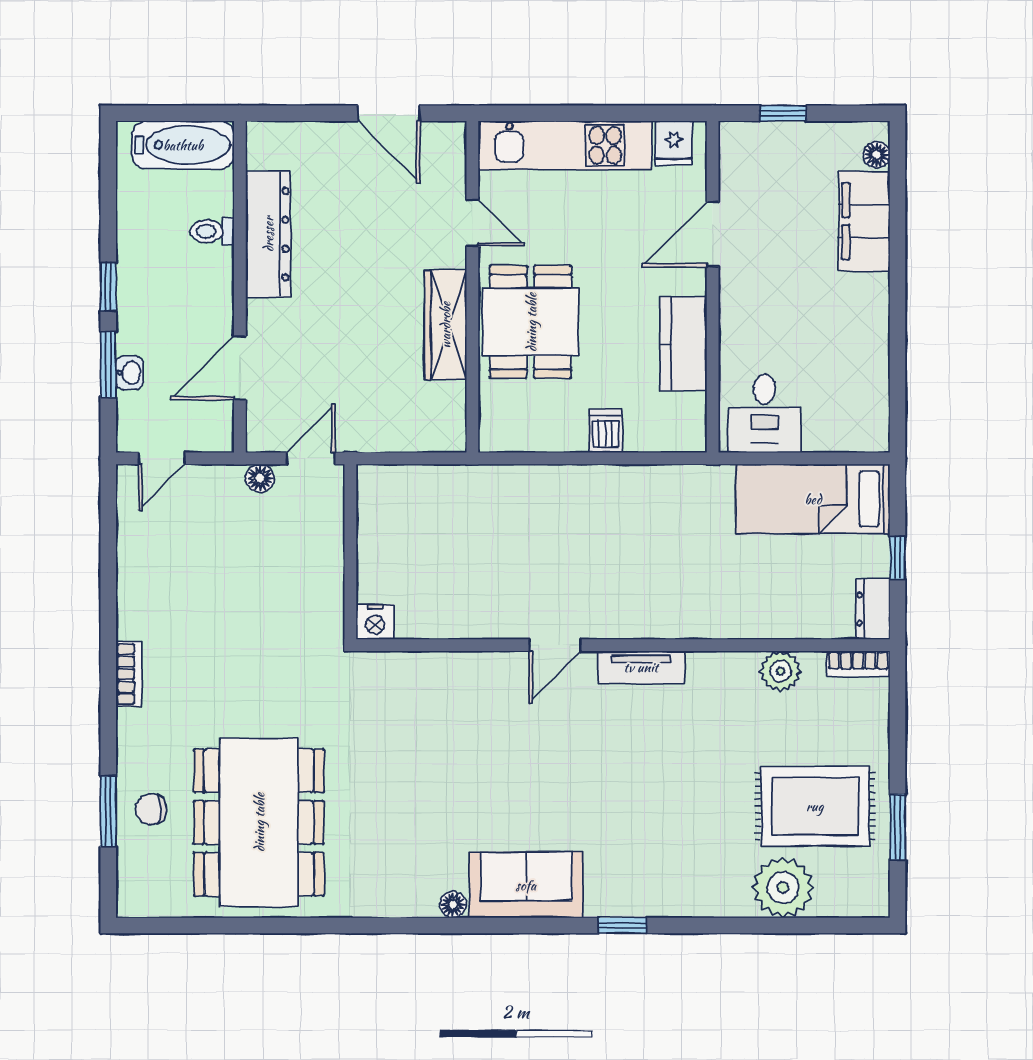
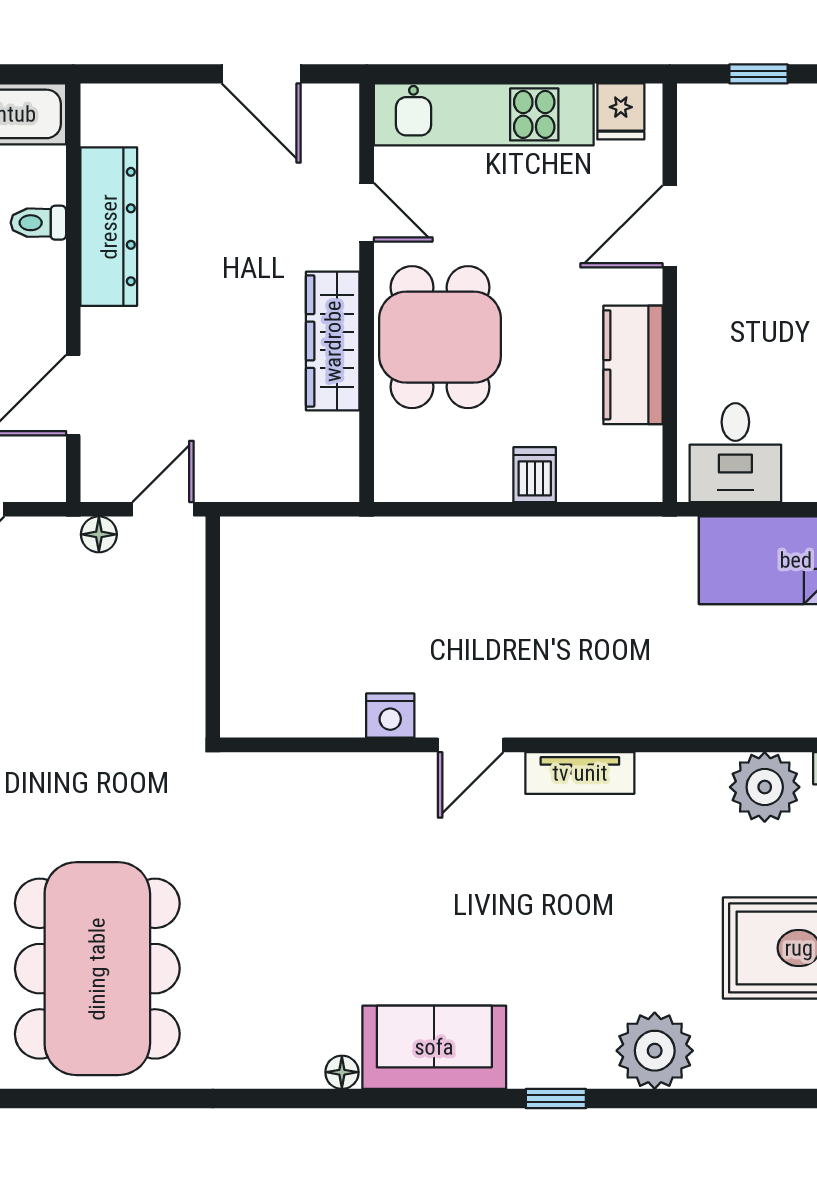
nightstand: (375, 622) -> (390, 716), moved
plant: (781, 671) -> (765, 787), width x1.36, depth x1.36
plant: (783, 887) -> (655, 1051), moved

